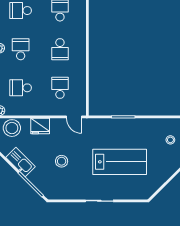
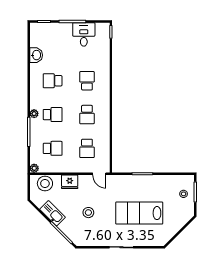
school desk: (21, 49) -> (53, 115), turned 90
school desk: (21, 88) -> (53, 148), turned 180
school desk: (60, 88) -> (87, 148), turned 180
lab bench: (120, 162) -> (139, 213), turned 180

